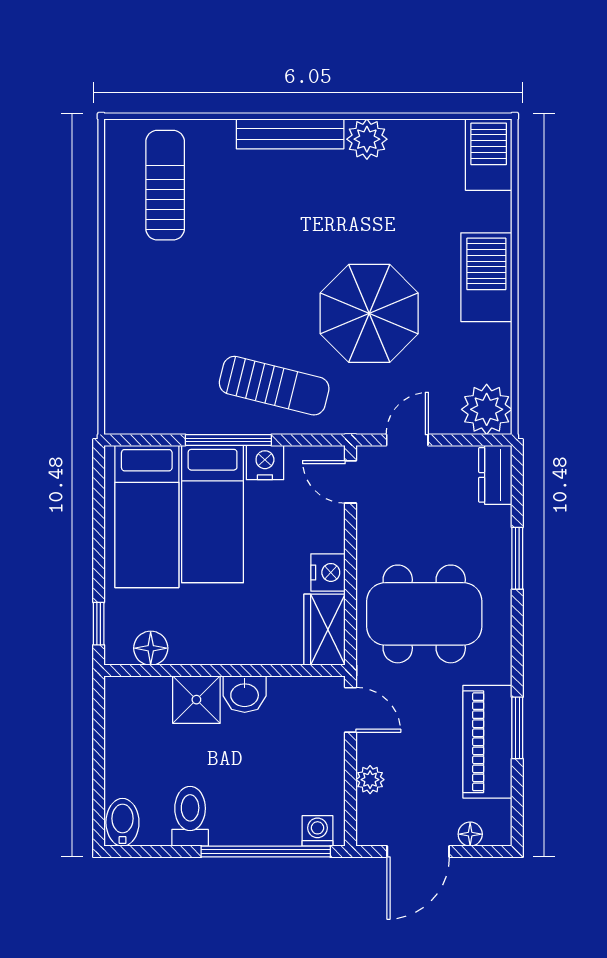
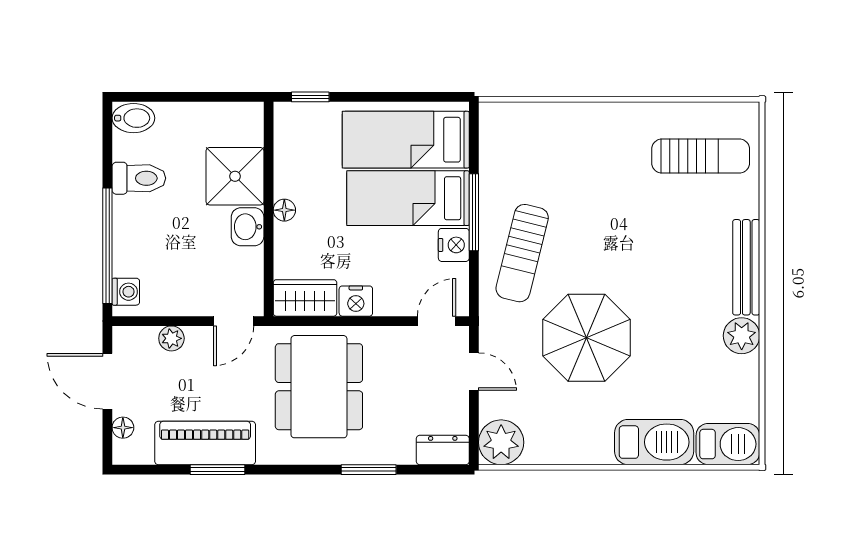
barbecue: (486, 277) -> (654, 442), moved
floor lamp: (151, 648) -> (284, 210), moved, width x0.73, depth x0.73
shower: (196, 700) -> (235, 176), width x1.36, depth x1.36

